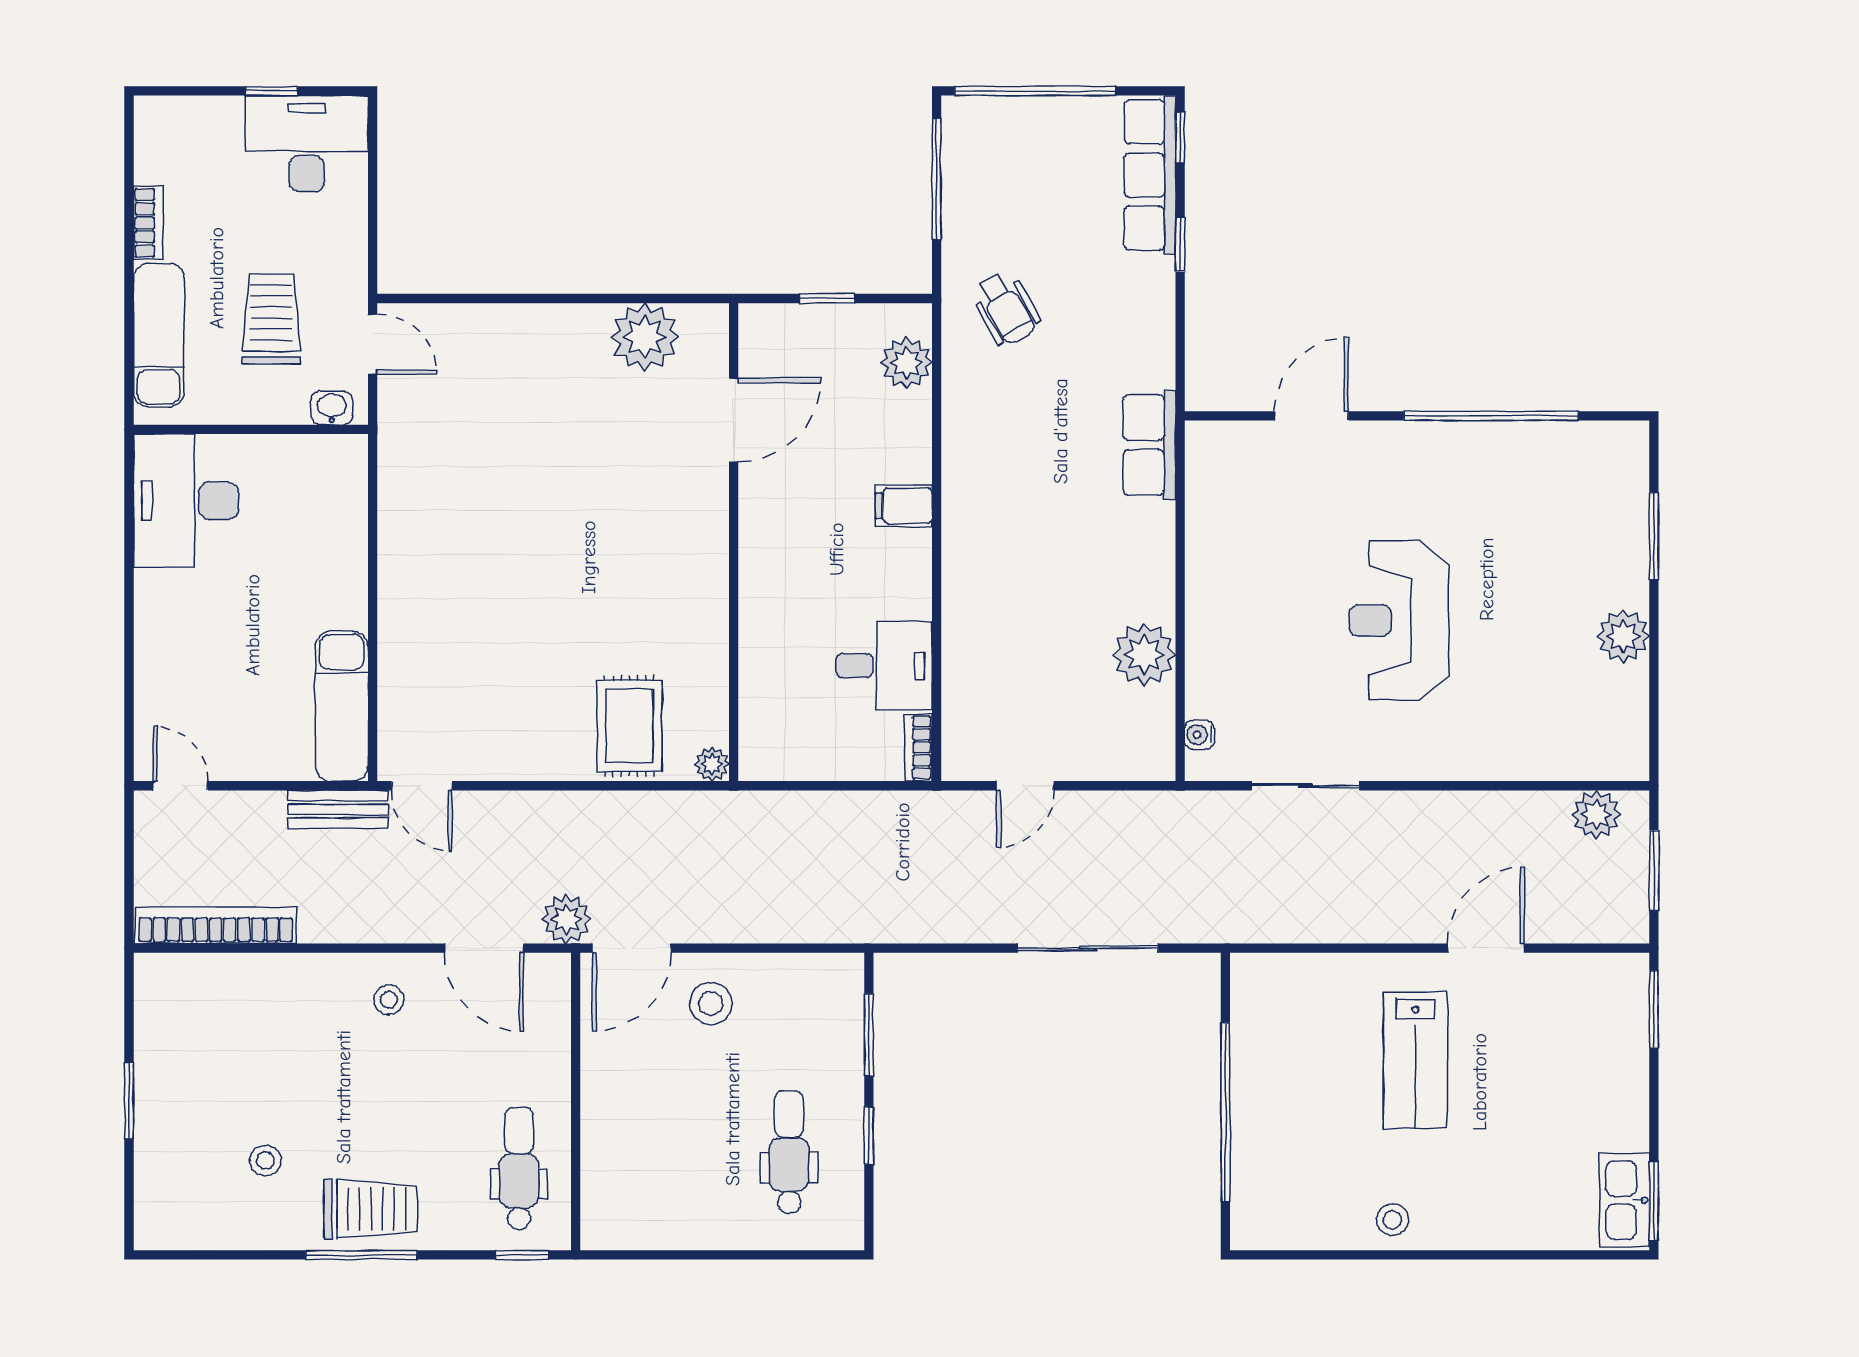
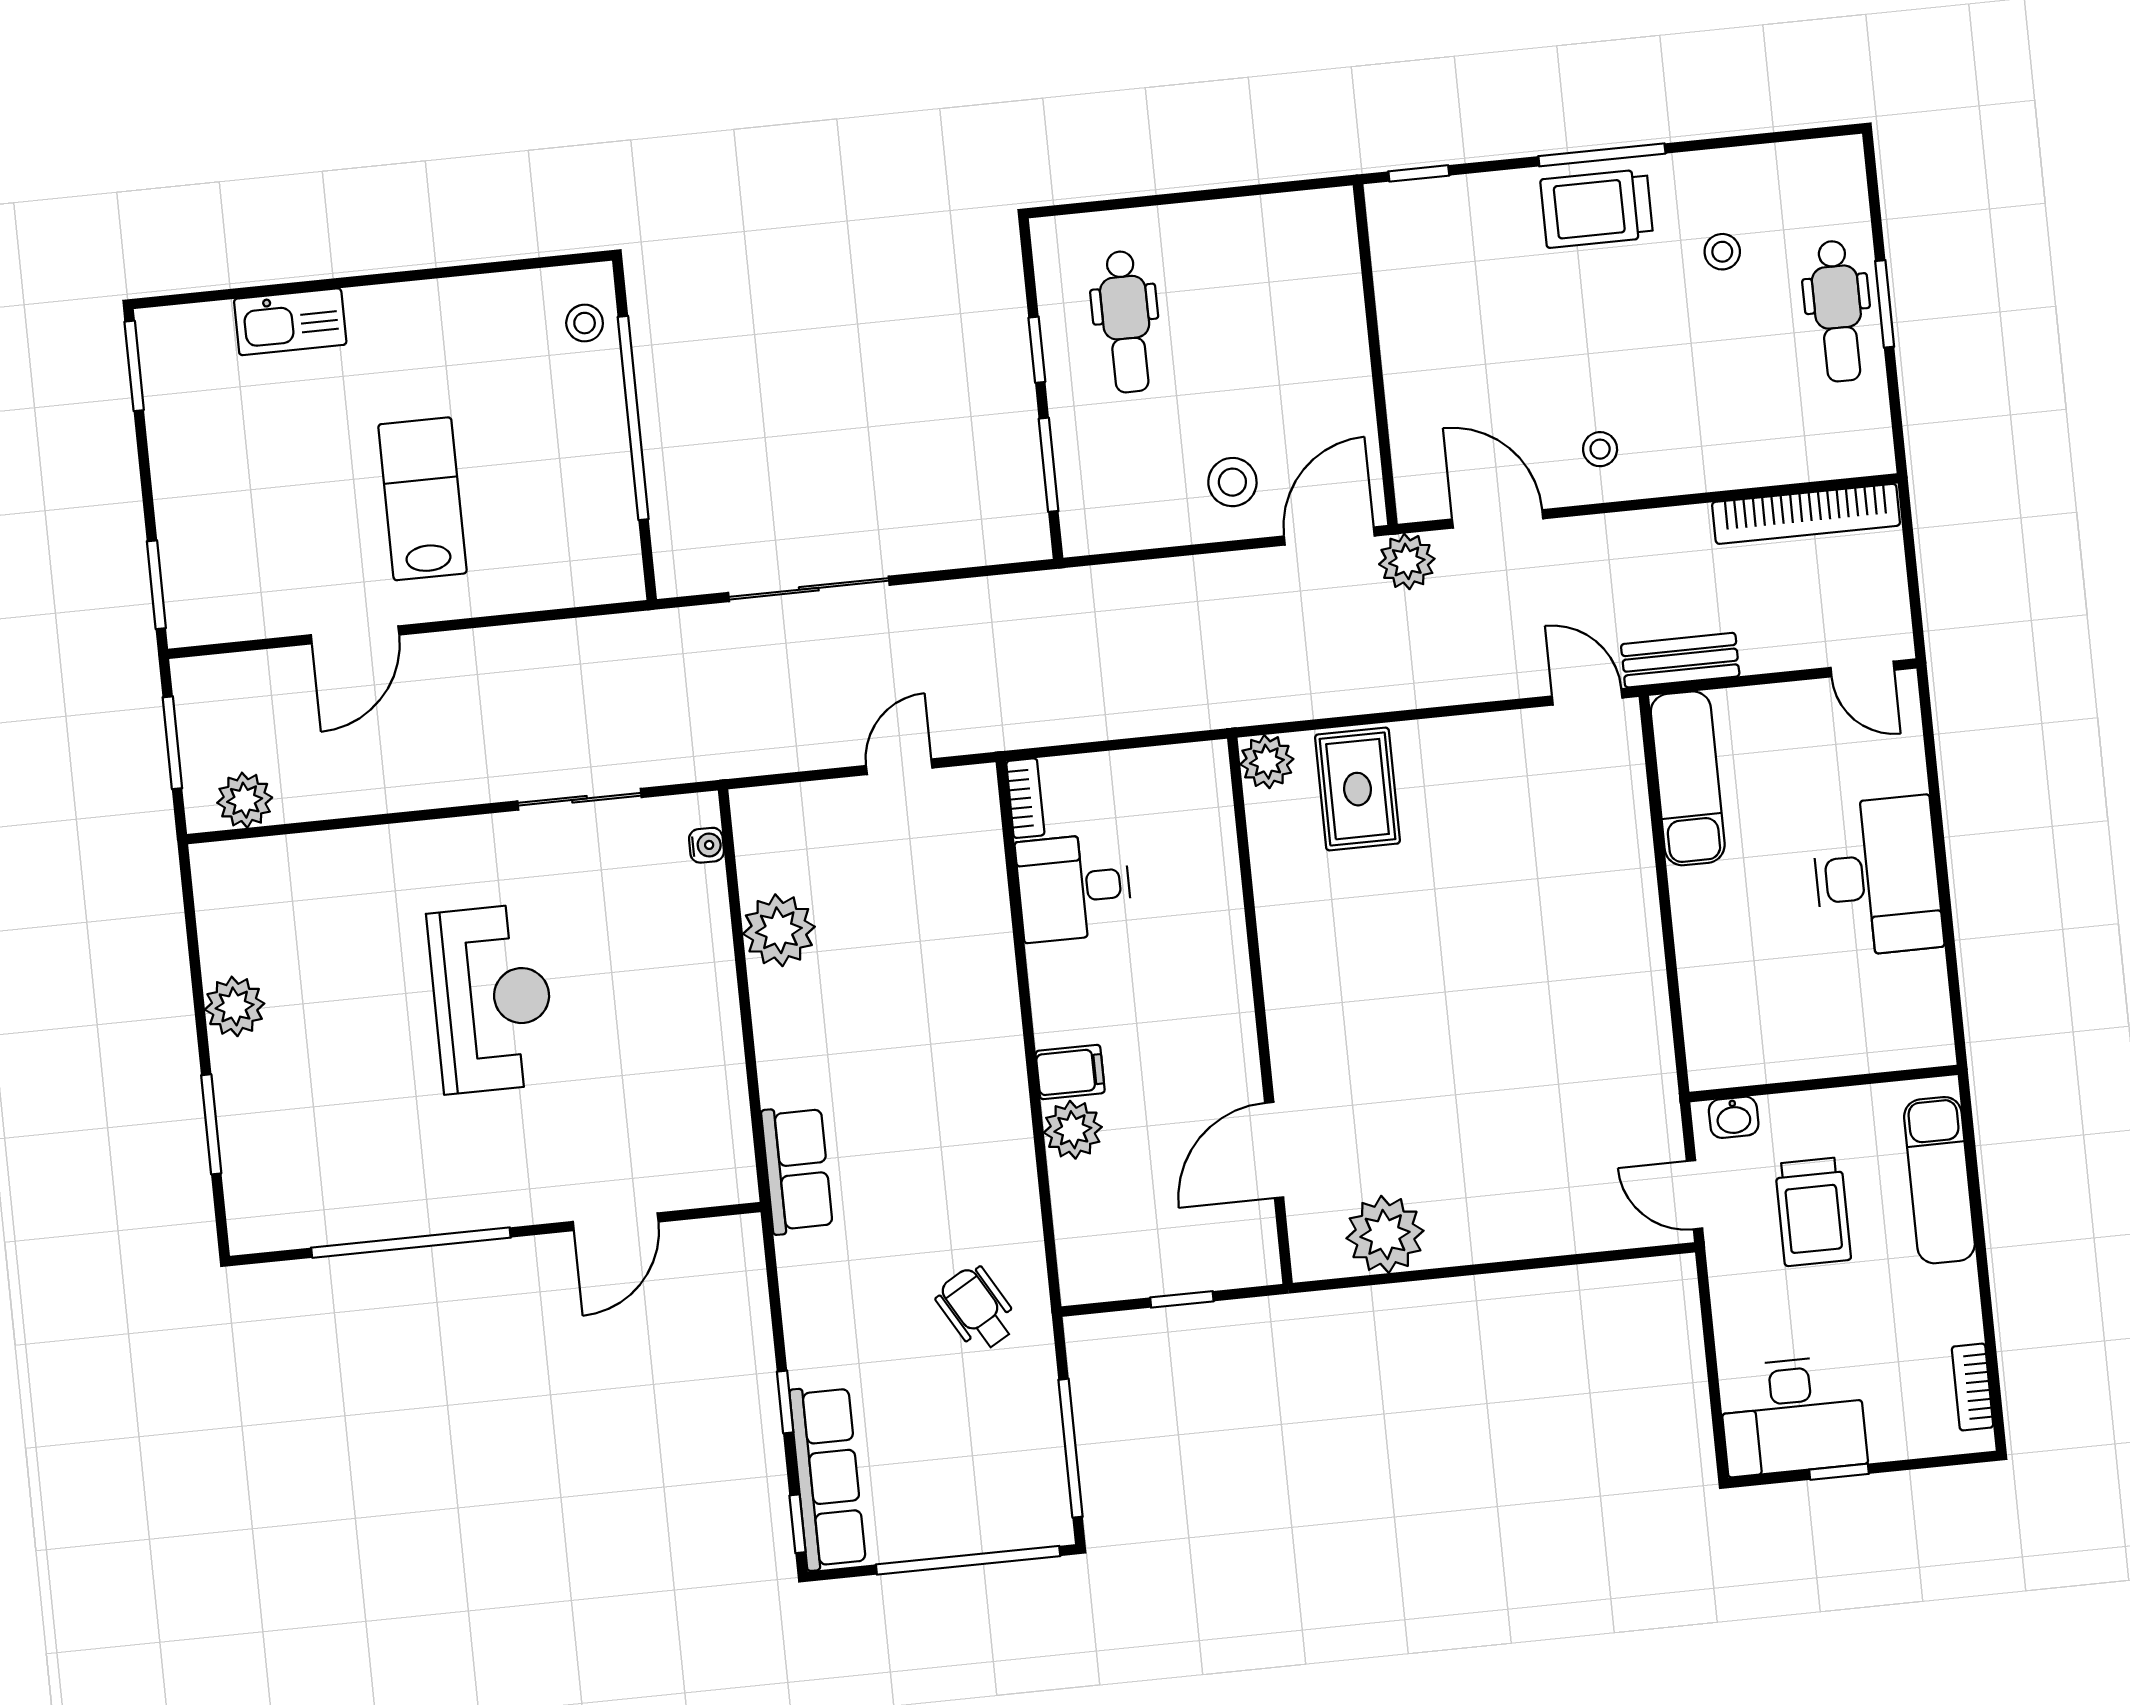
bookcase: (148, 223) -> (1973, 1387), moved
plant: (907, 363) -> (1073, 1130), moved
desk: (186, 501) -> (1877, 876), moved
plant: (712, 764) -> (1267, 762), width x1.38, depth x1.38
dental chair: (519, 1168) -> (1838, 311), moved
kitchen sink: (1625, 1200) -> (290, 322), moved, turned 90
stool: (1392, 1220) -> (585, 323), moved

